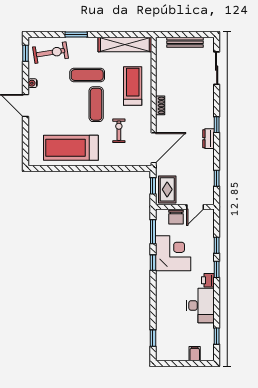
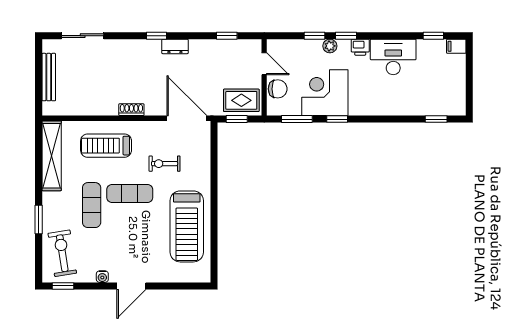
plant: (209, 257) -> (330, 46), added
filing cabinet: (195, 354) -> (456, 46), moved

